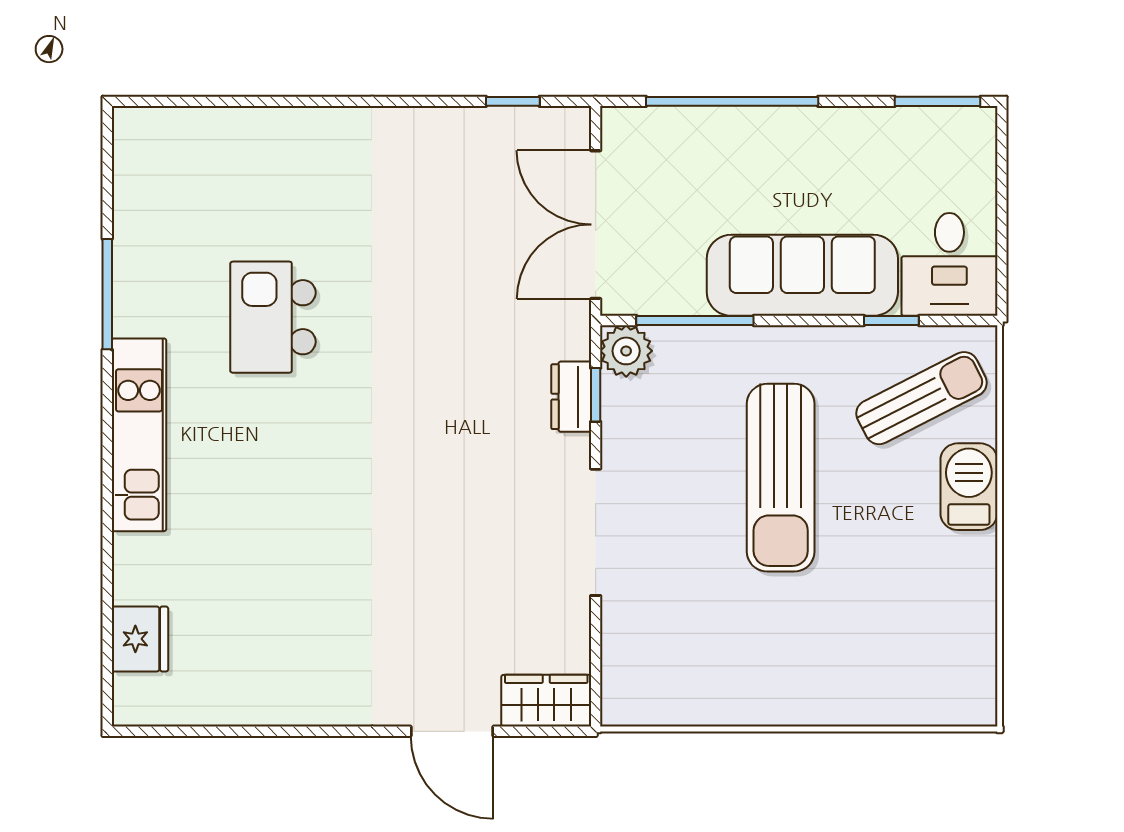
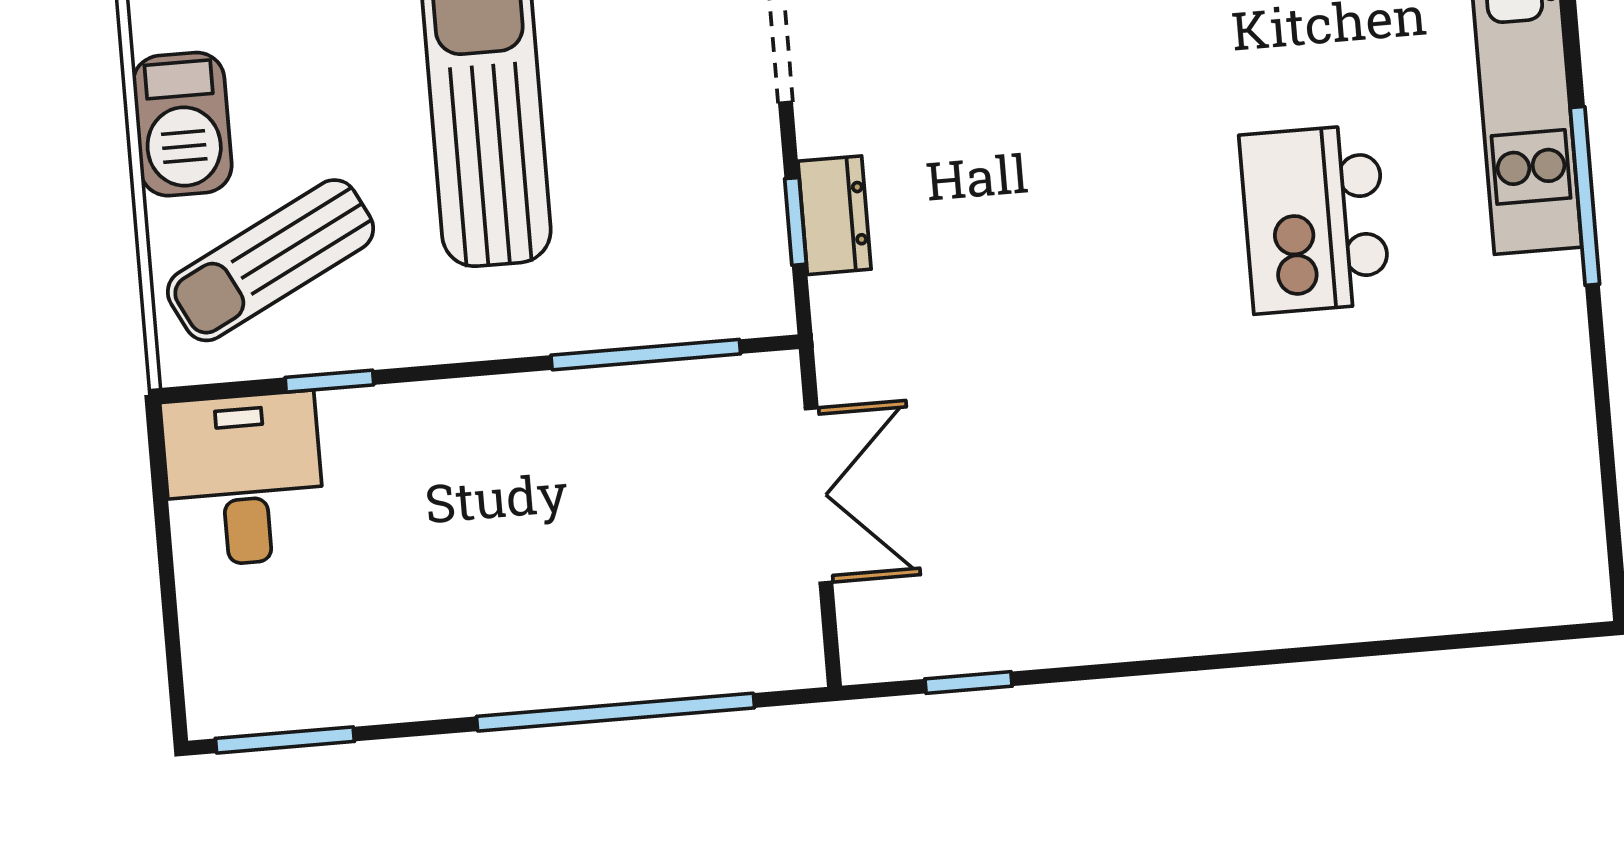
double door: (596, 225) -> (819, 495), width x0.73
sofa: (802, 275) -> (479, 442), removed
window: (107, 294) -> (1585, 196), moved
kitchen island: (273, 317) -> (1315, 219), moved, turned 180
plant: (626, 351) -> (752, 296), removed

